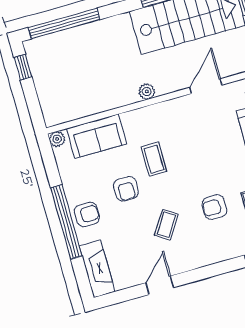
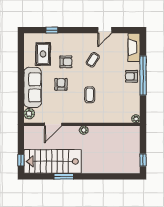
window: (64, 24) -> (116, 176), removed
sofa: (97, 136) -> (115, 115), removed
armchair: (126, 189) -> (61, 84), moved

